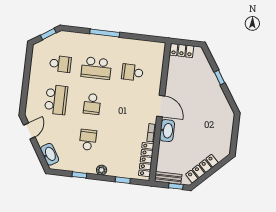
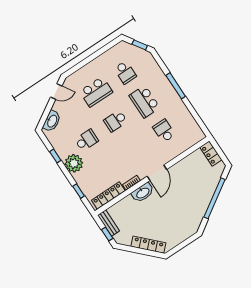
window: (219, 77) -> (215, 198), width x3.17
locker: (202, 169) -> (148, 245), moved
plant: (102, 170) -> (74, 163), width x1.88, depth x1.88

